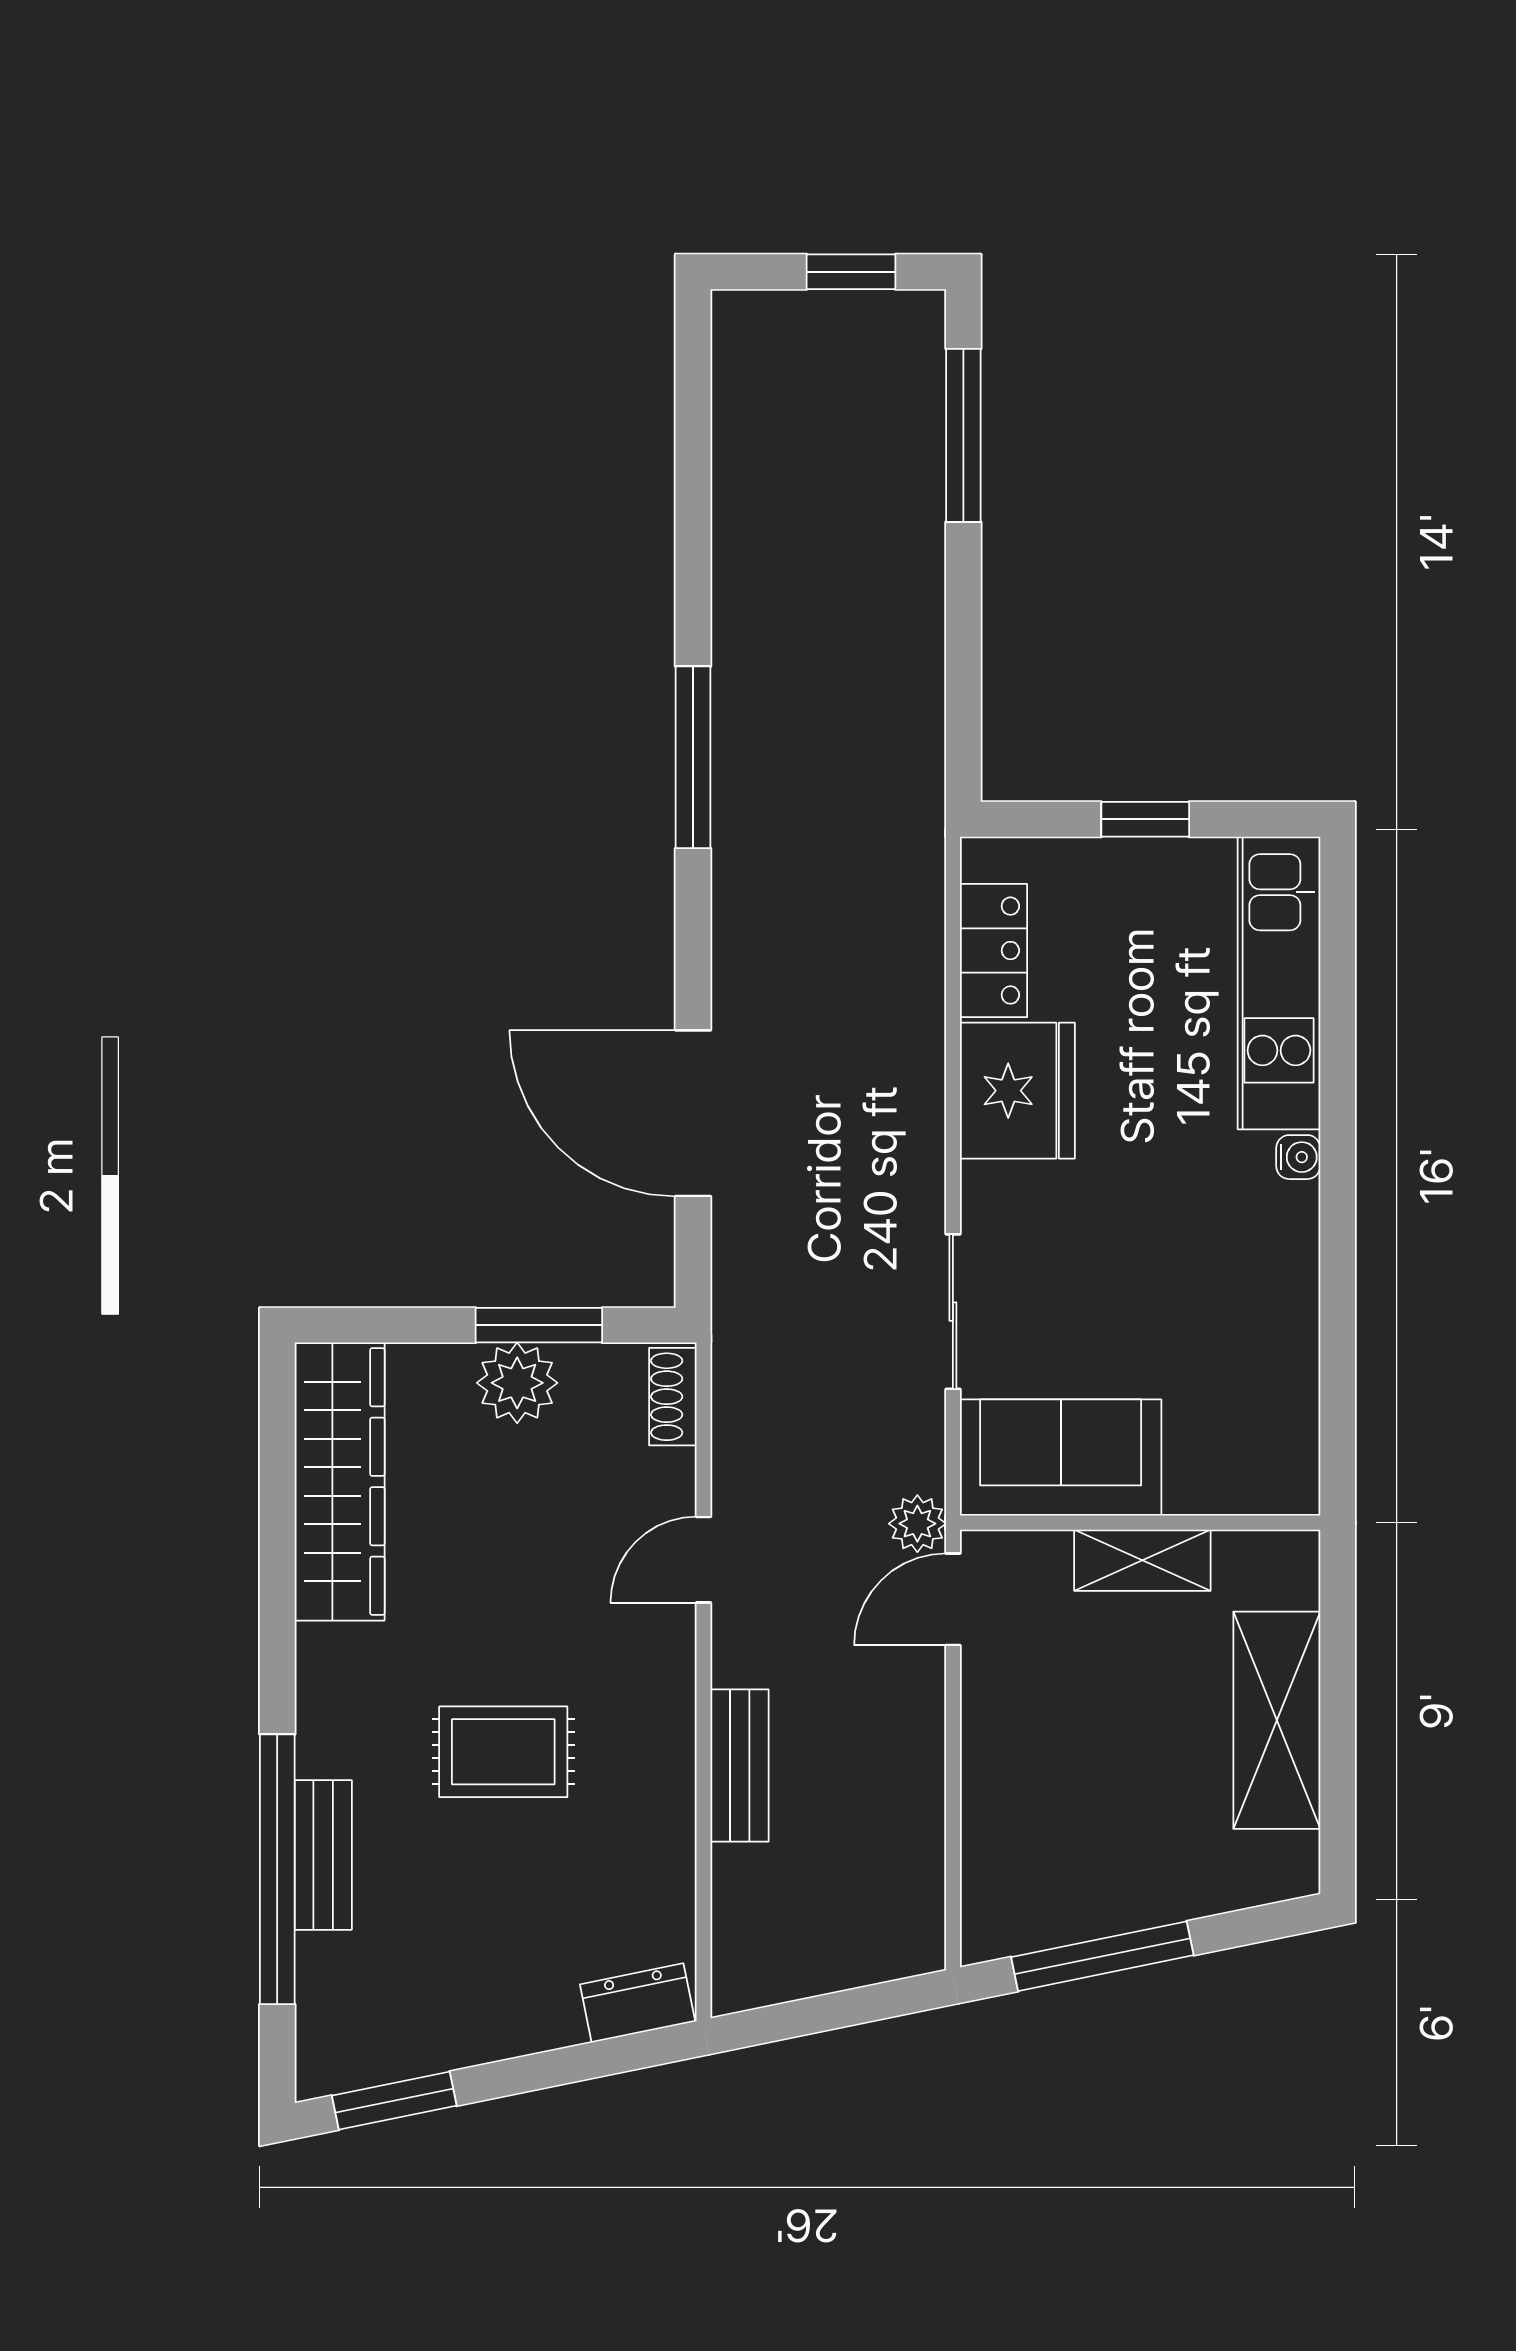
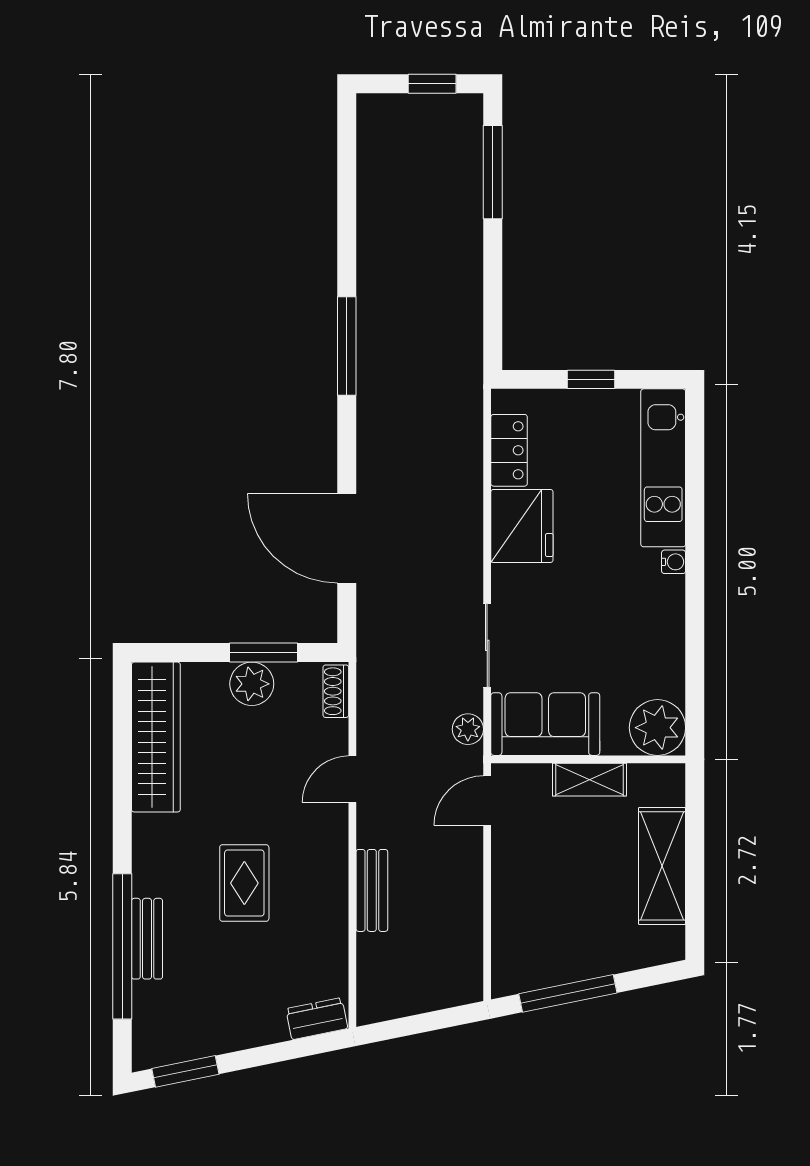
plant: (1268, 1464) -> (657, 728), added
plant: (917, 1524) -> (468, 729), moved
rug: (503, 1752) -> (244, 883), turned 90

